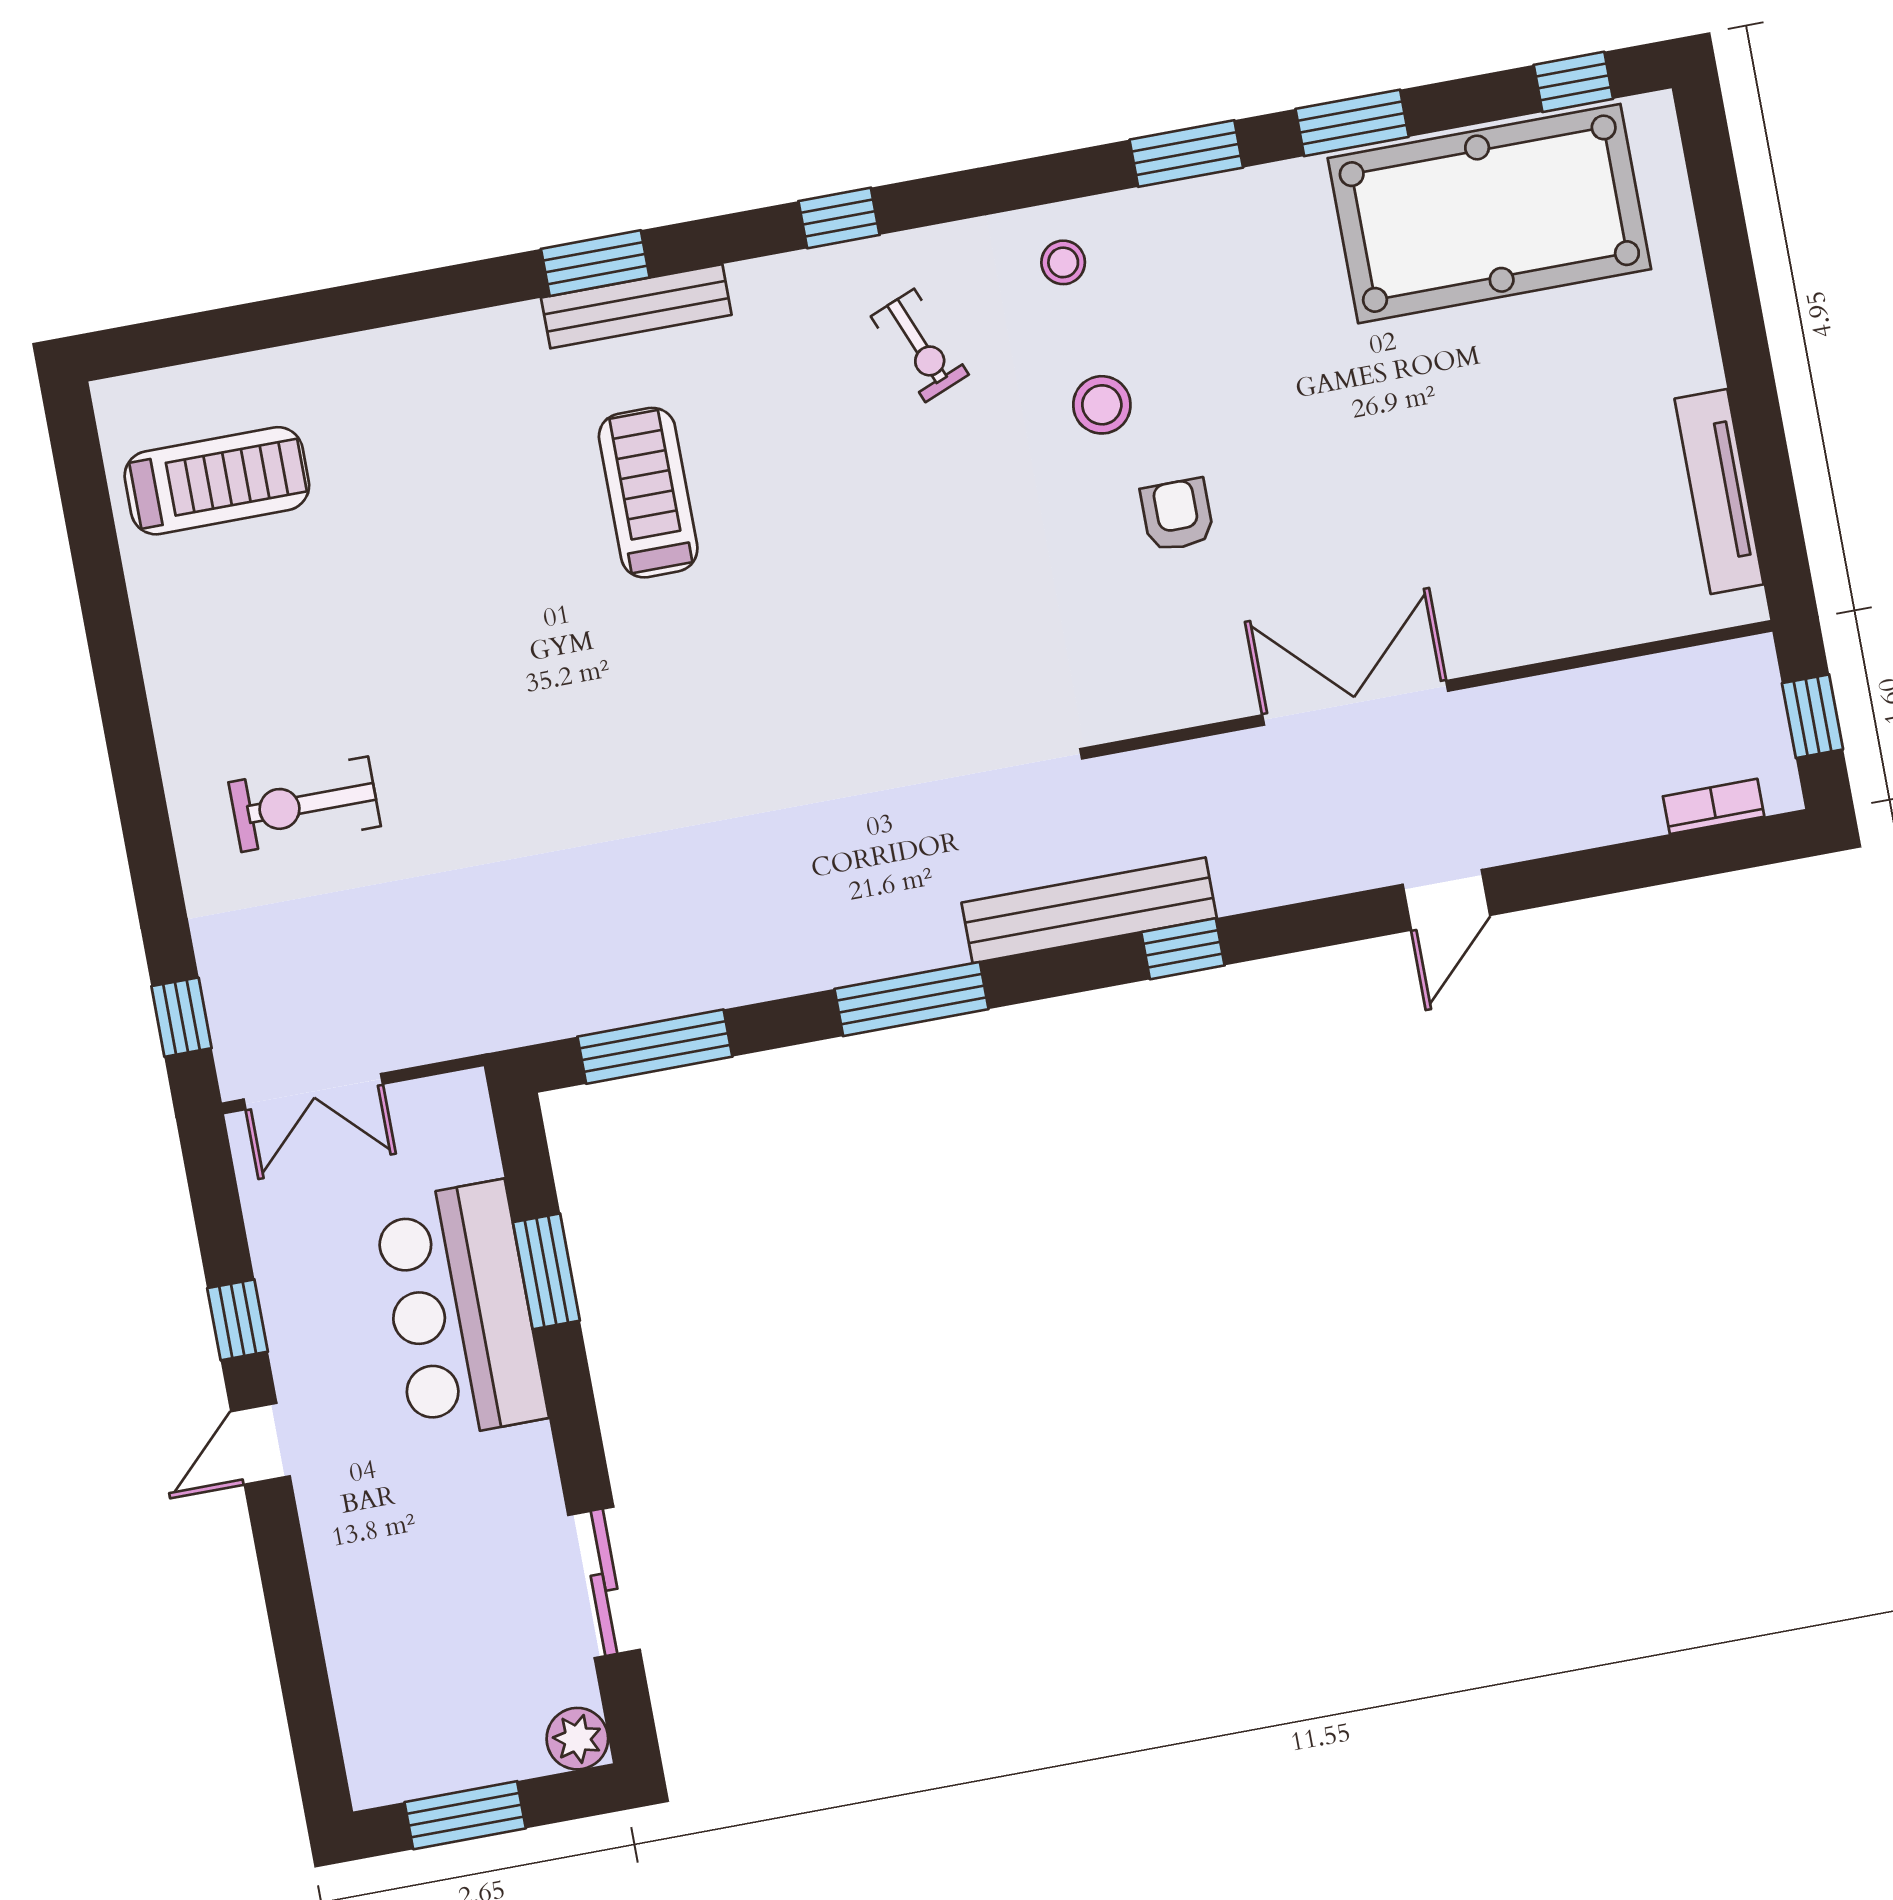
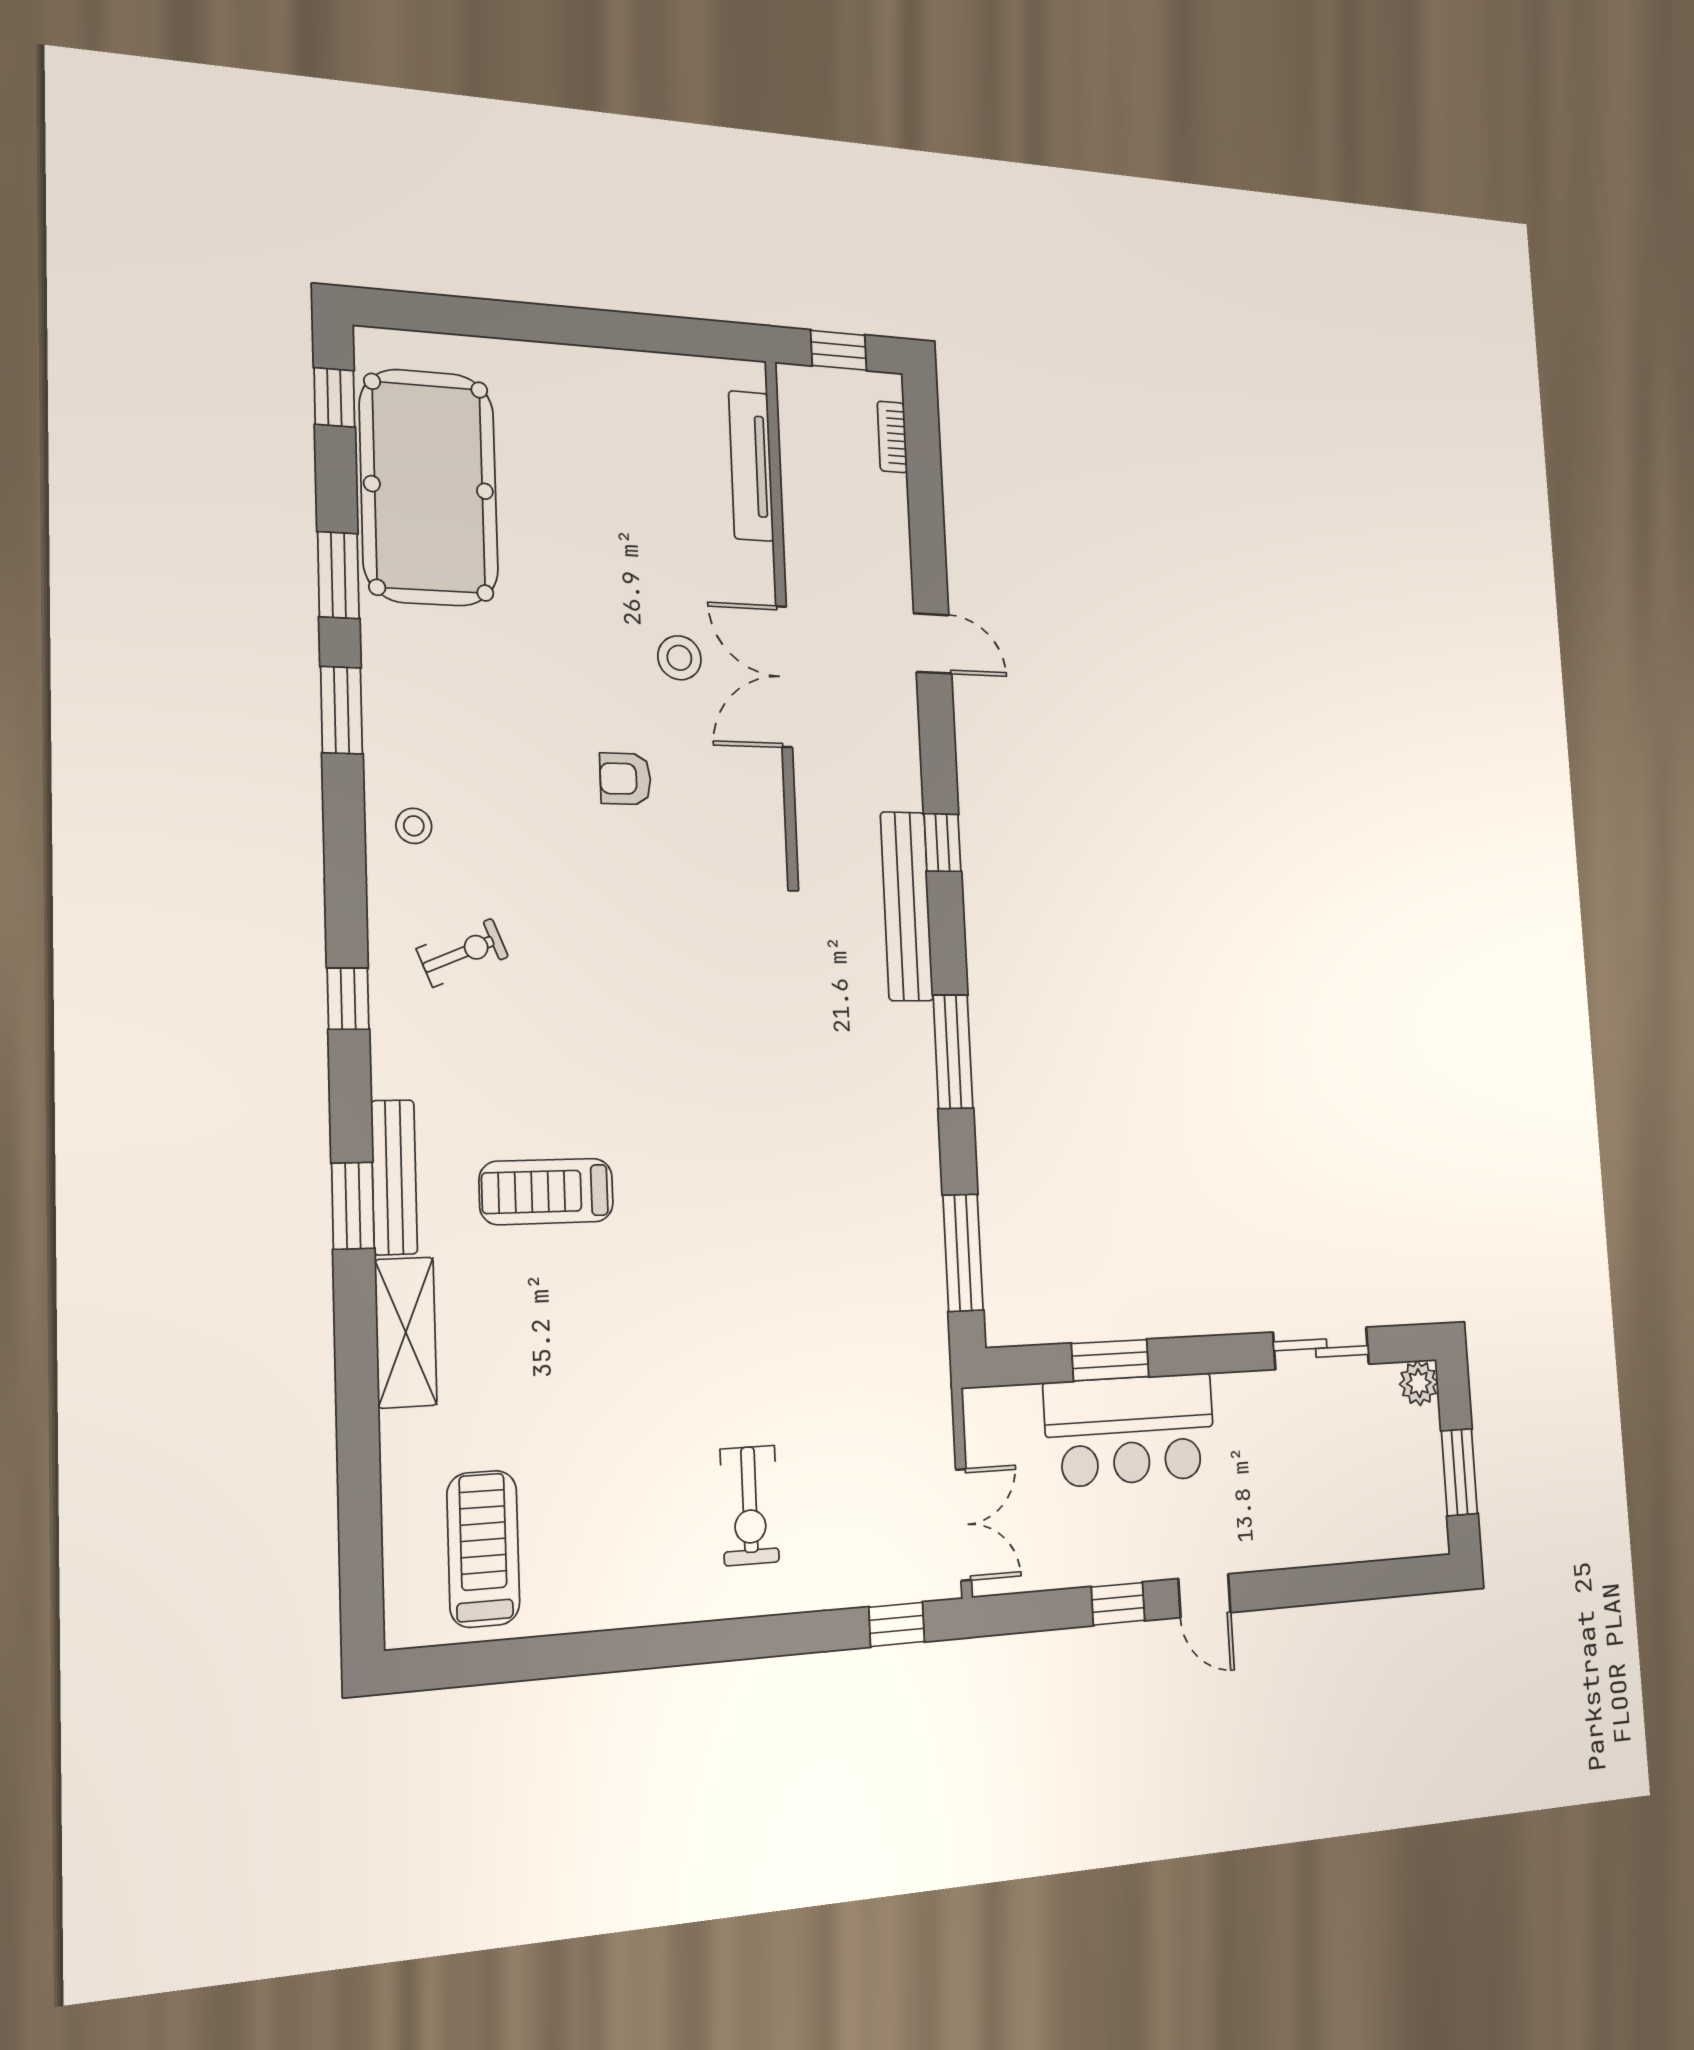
shelving: (456, 349) -> (406, 1332), added
stool: (1102, 405) -> (679, 658), moved
tv unit: (1719, 491) -> (751, 466), moved, turned 90

